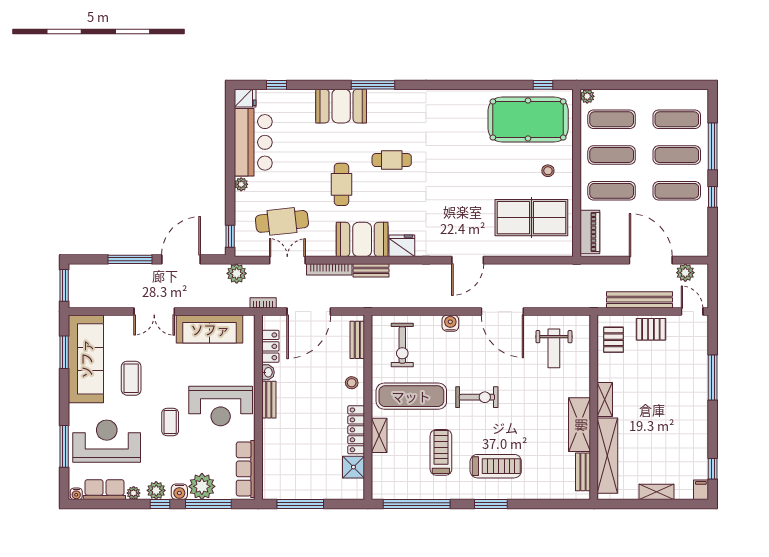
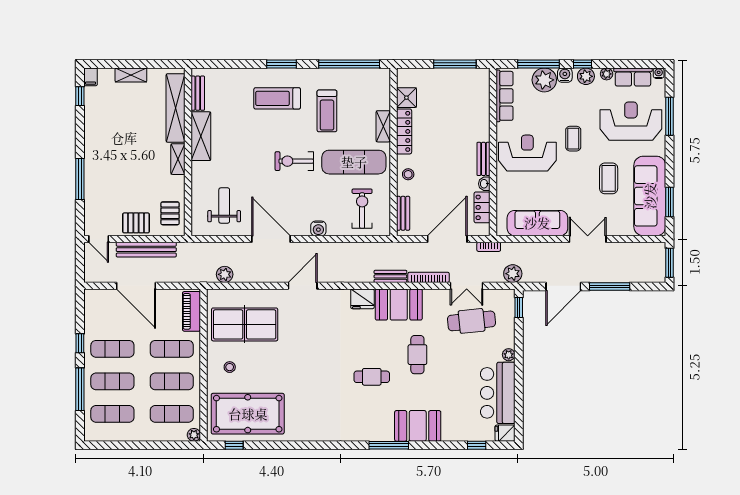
plant: (685, 273) -> (225, 274), moved
reception desk: (107, 441) -> (631, 121), turned 180

